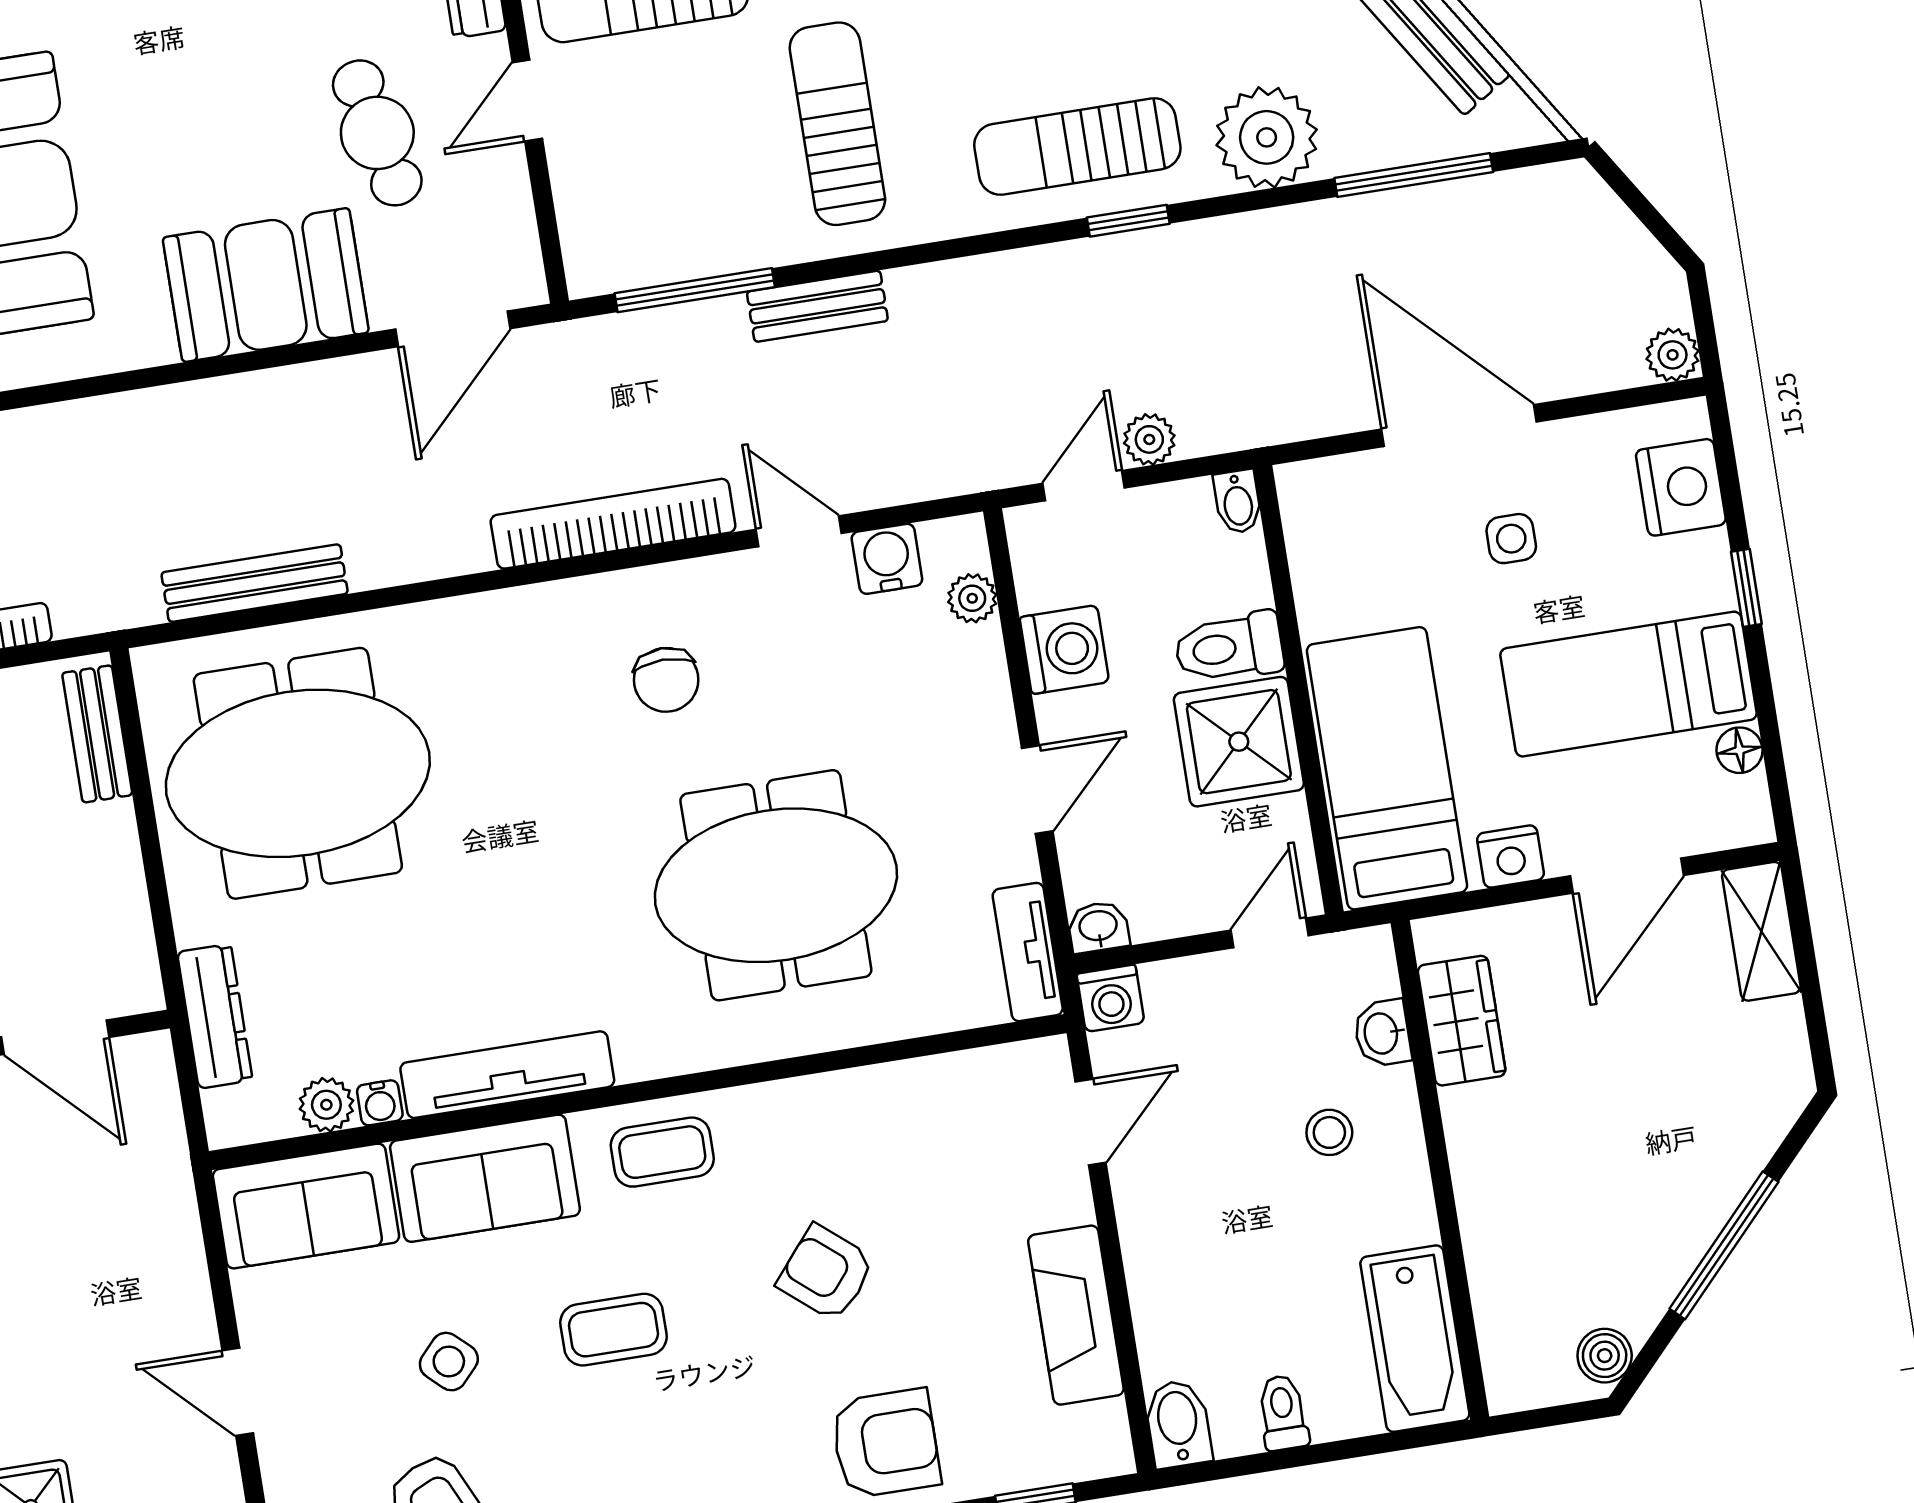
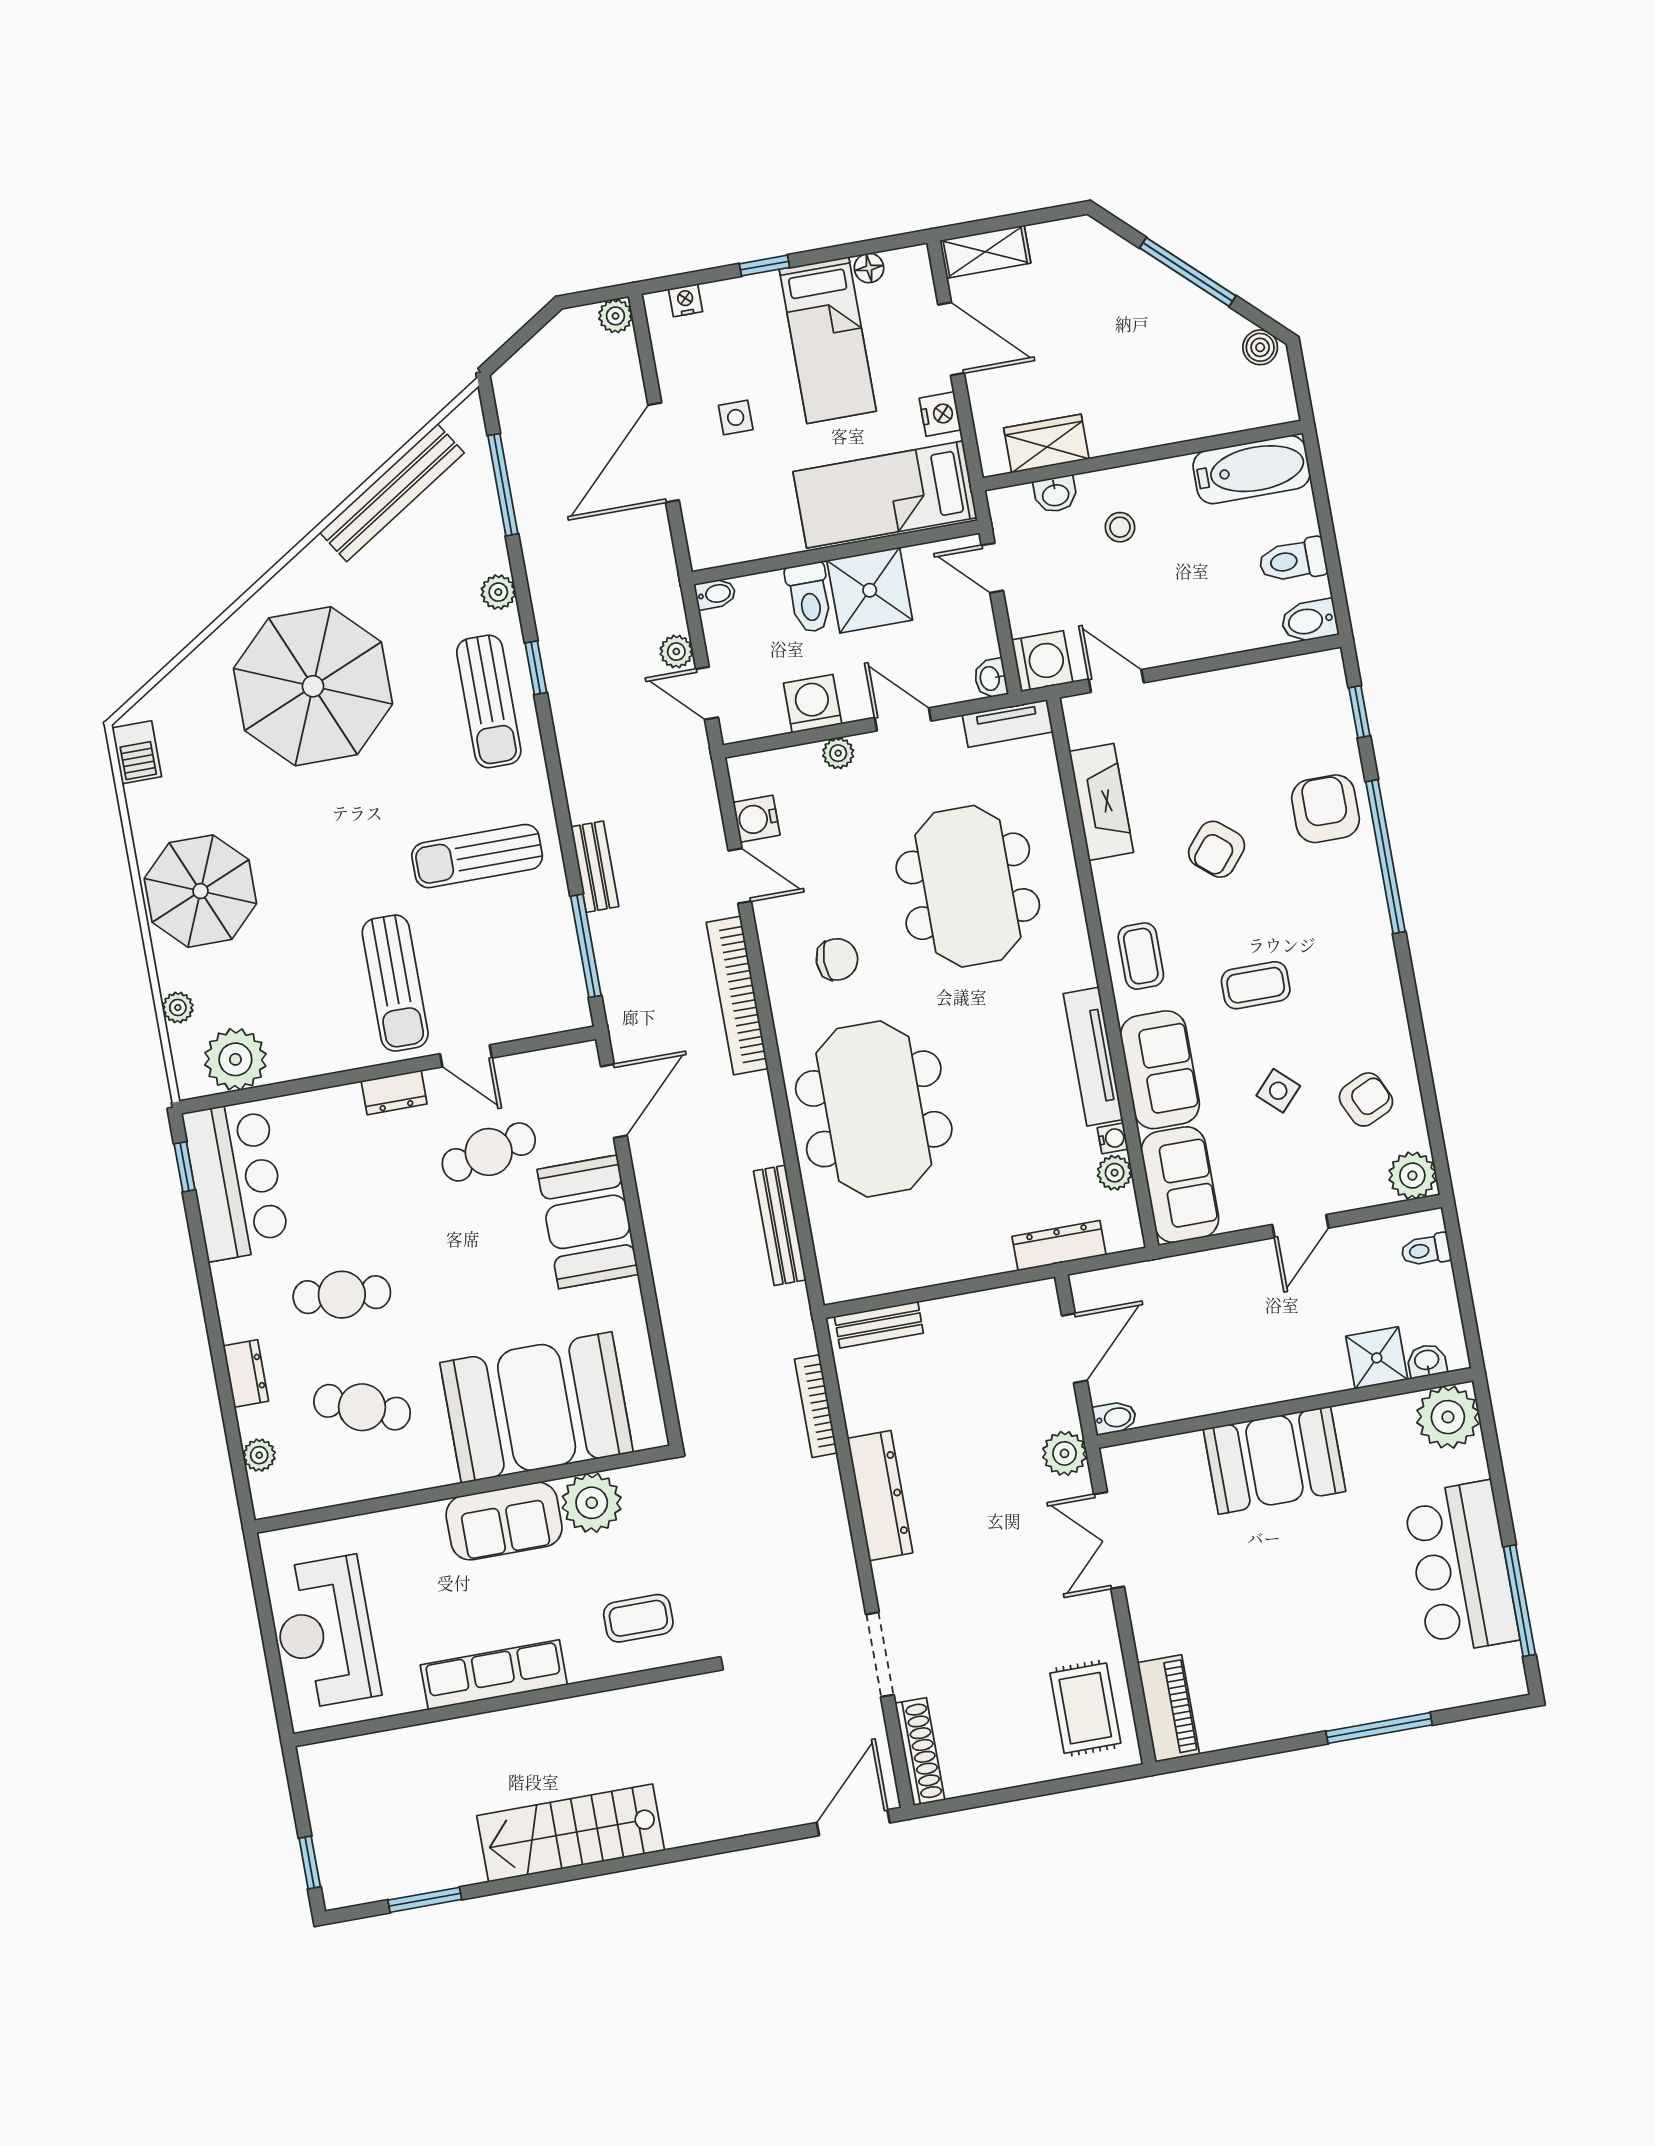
plant: (1267, 137) -> (498, 592), width x0.53, depth x0.53
door: (453, 329) -> (614, 1101), hinge flipped
nightstand: (1681, 487) -> (686, 300), width x0.53, depth x0.56
door: (799, 531) -> (740, 876), swing flipped
plant: (972, 598) -> (838, 753), moved
meeting table: (298, 773) -> (874, 1109), moved
washing machine: (1111, 998) -> (1042, 661), width x1.38, depth x1.38
fireplace: (1076, 1315) -> (1101, 802), moved, turned -90
coffee table: (614, 1330) -> (1256, 985), turned 90
toilet: (1283, 1413) -> (1293, 560), width x1.37, depth x1.39

